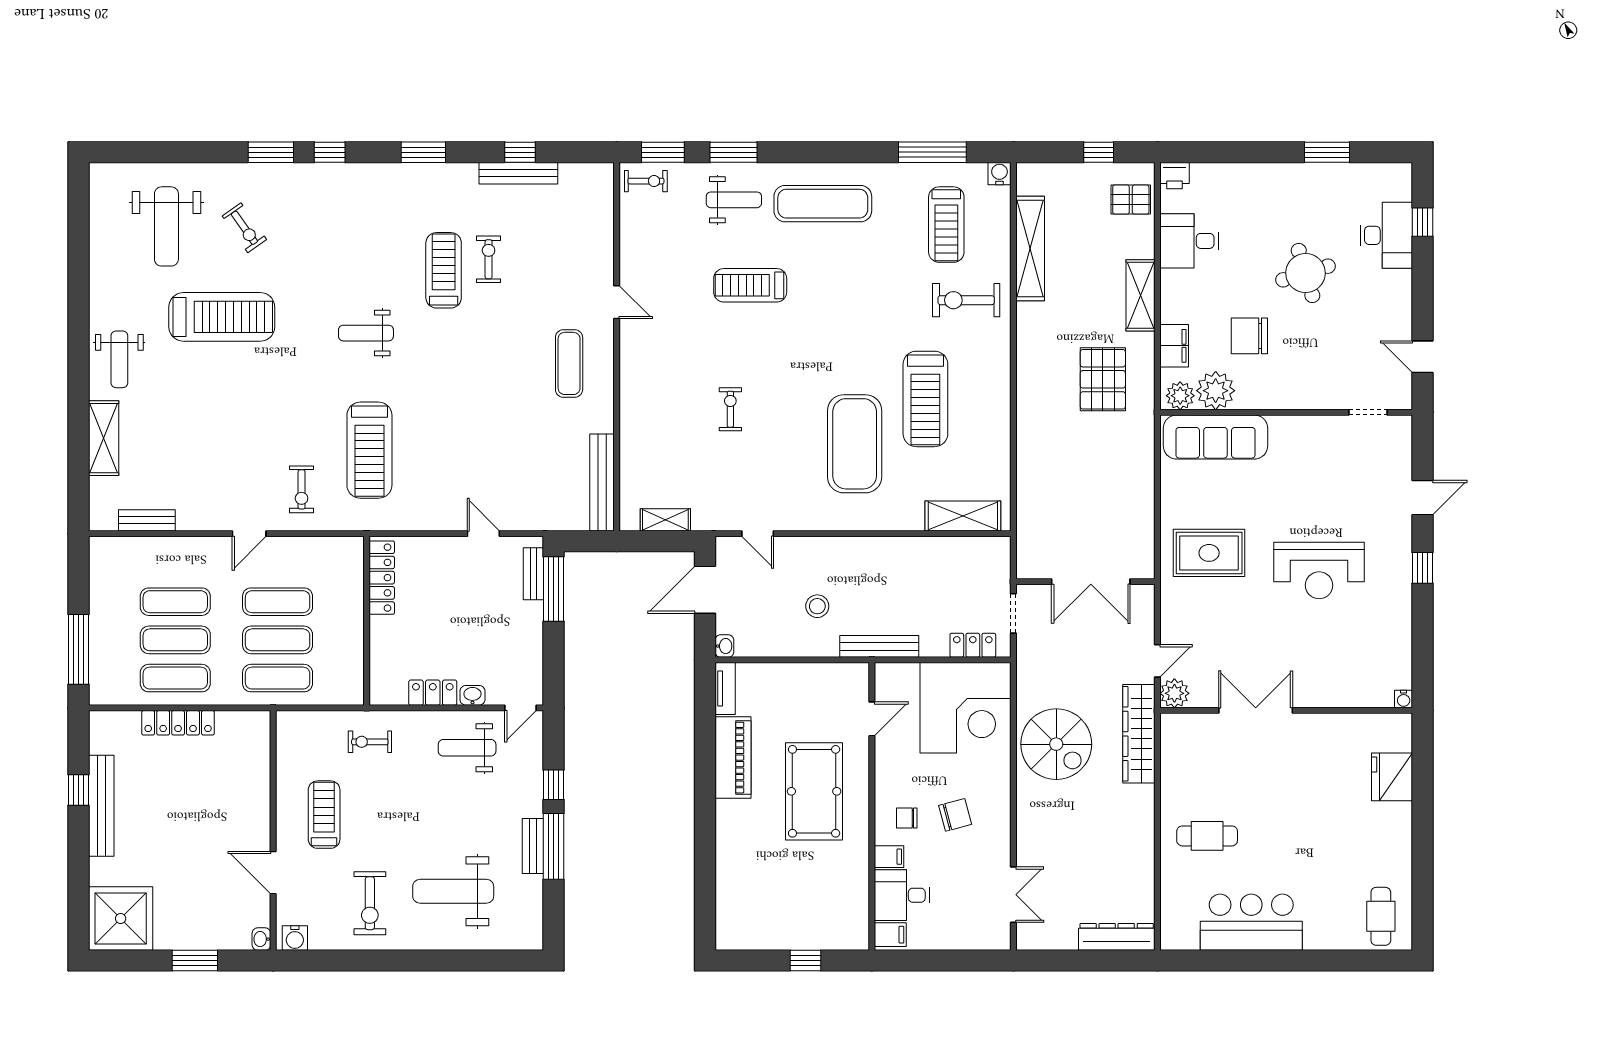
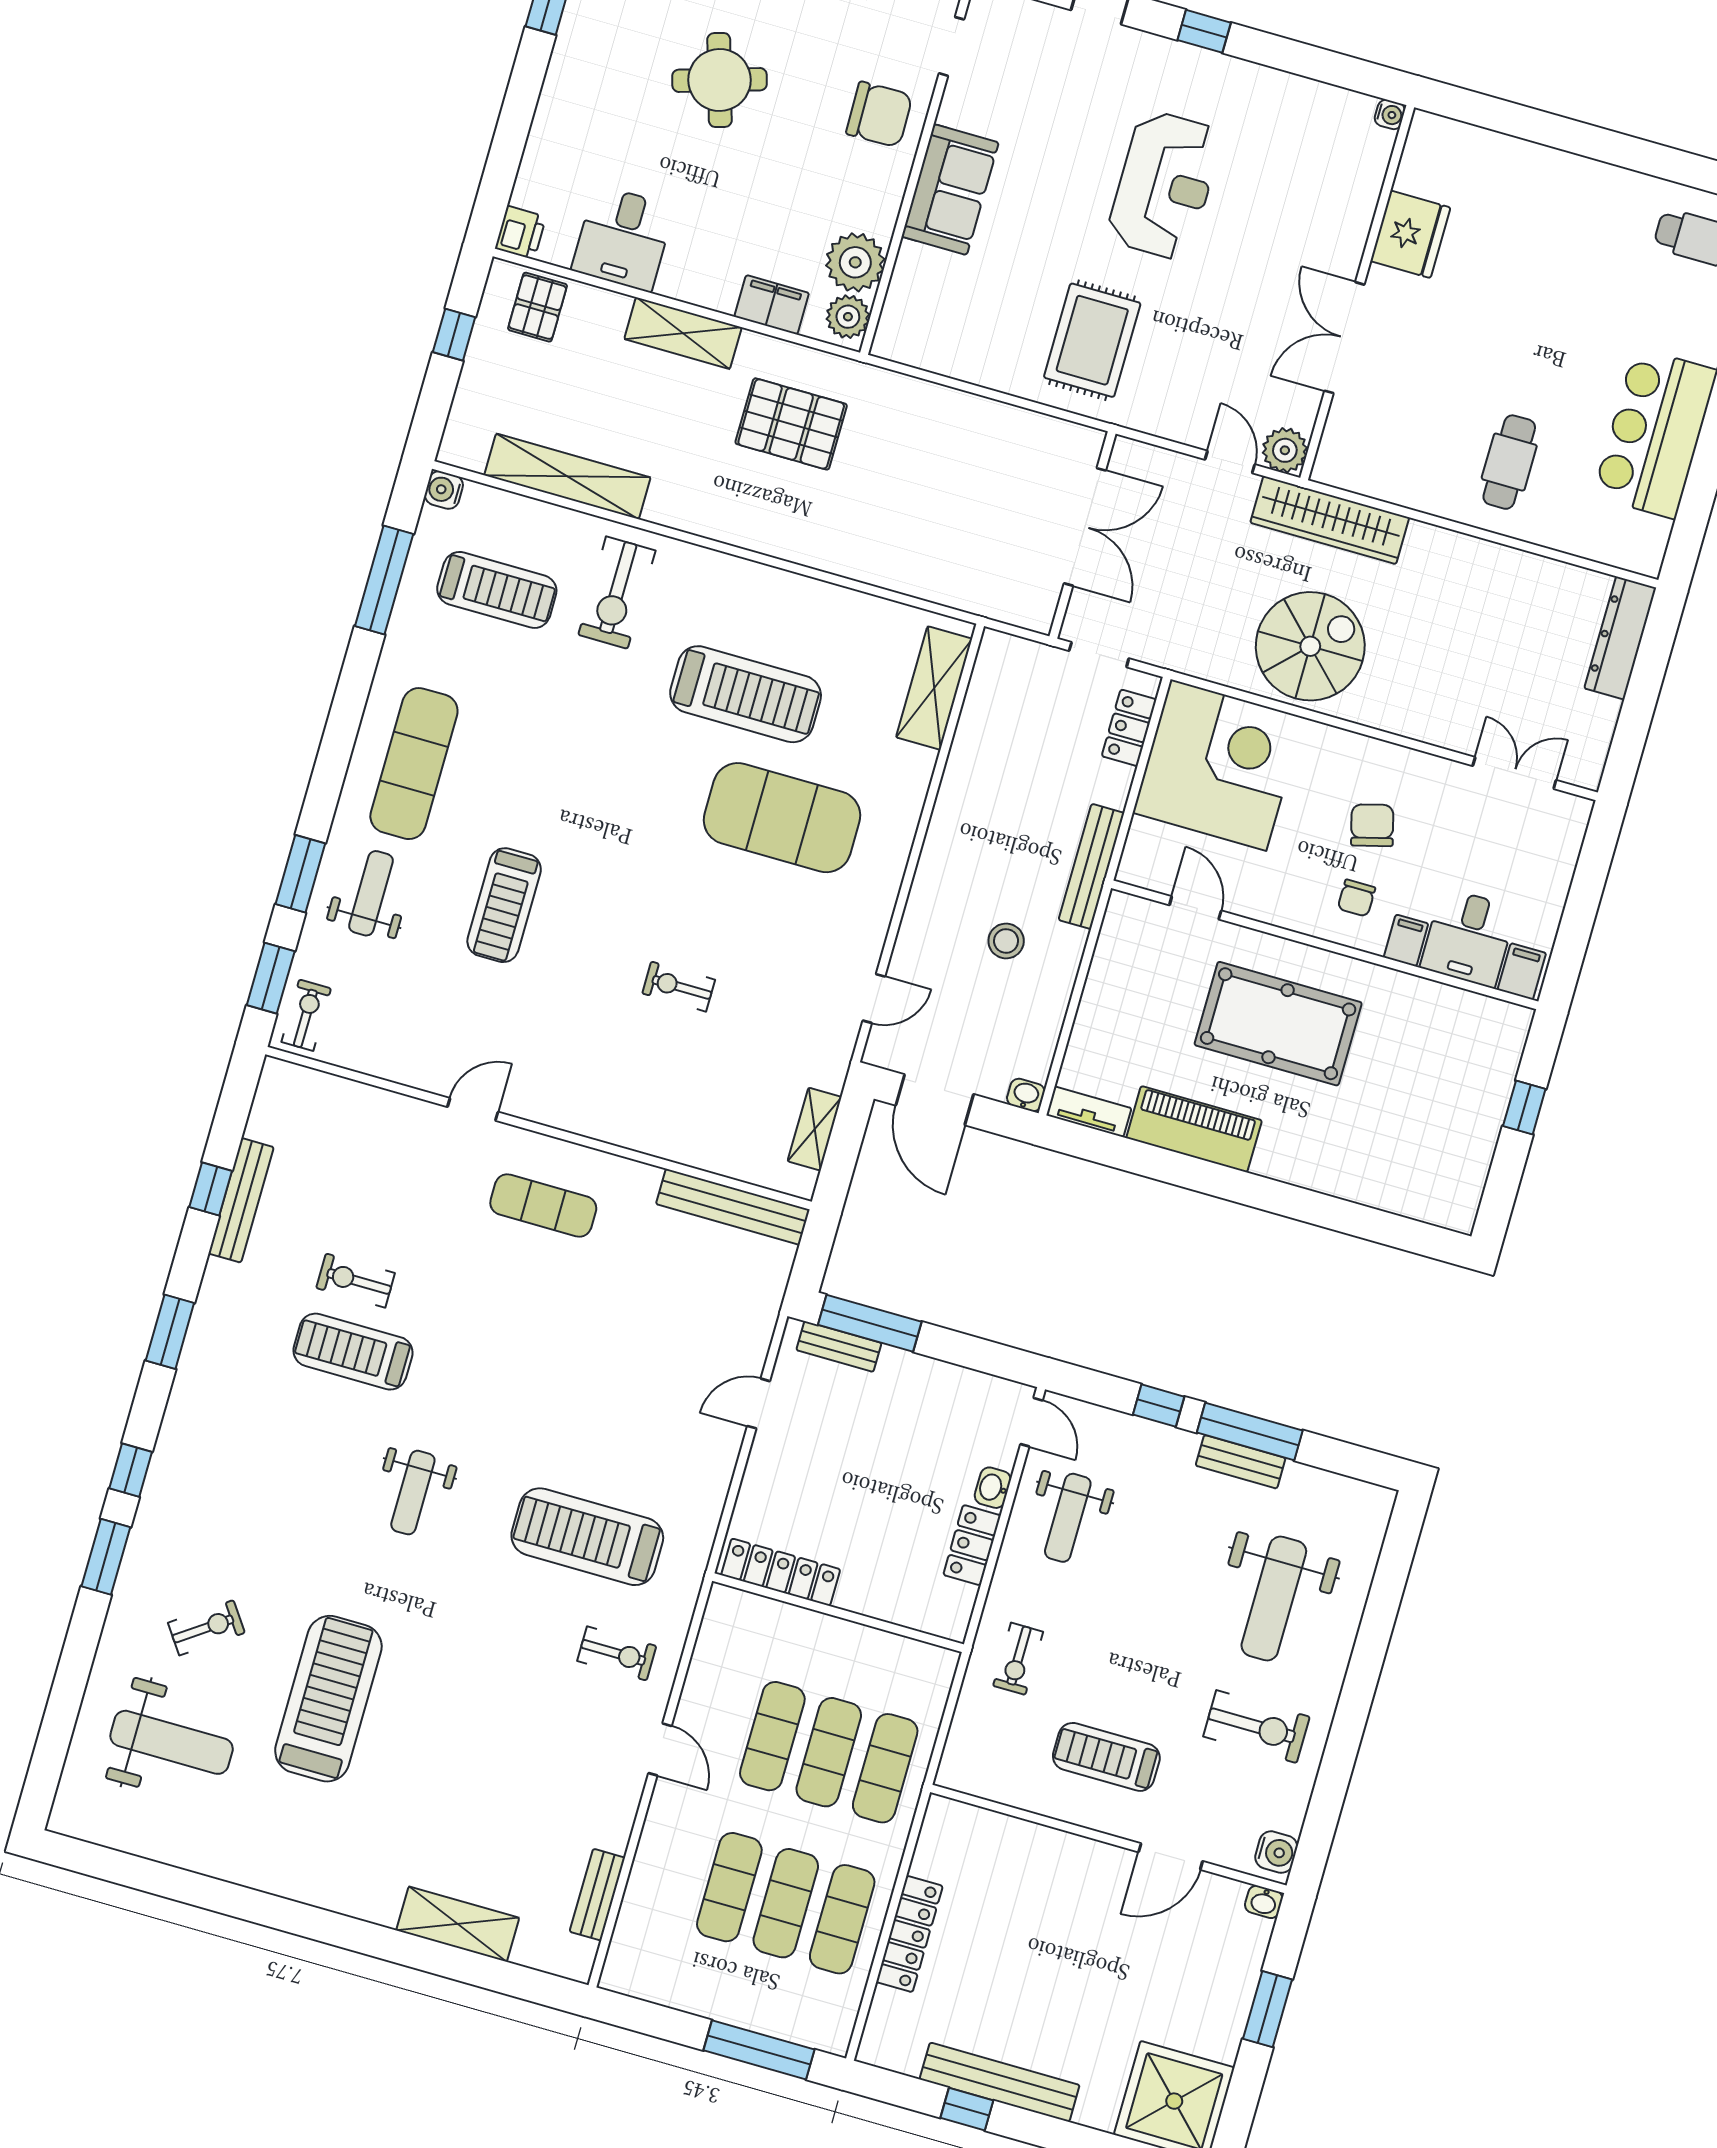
chair: (1249, 336) -> (879, 114), moved, turned -91
weight bench: (119, 359) -> (348, 1868), removed
sofa: (1215, 437) -> (950, 190), moved, width x0.73
treadmill: (369, 450) -> (587, 1537), turned 180
fridge: (1392, 777) -> (1410, 234), moved, turned -90

